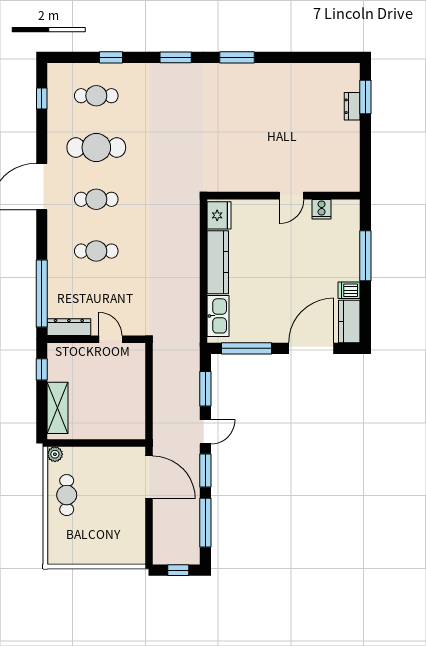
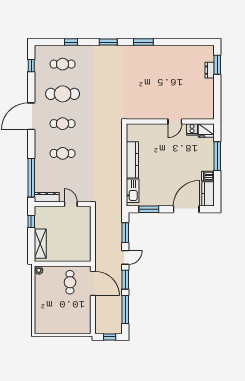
fridge: (219, 215) -> (206, 130), moved, turned 90
window: (247, 348) -> (149, 209), width x0.69
cafe table: (67, 495) -> (70, 282), moved

